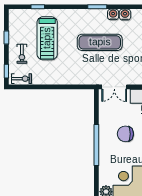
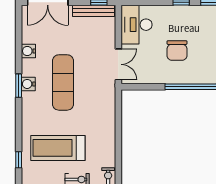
water cooler: (113, 14) -> (28, 84), moved
treadmill: (47, 38) -> (58, 148), turned 180

